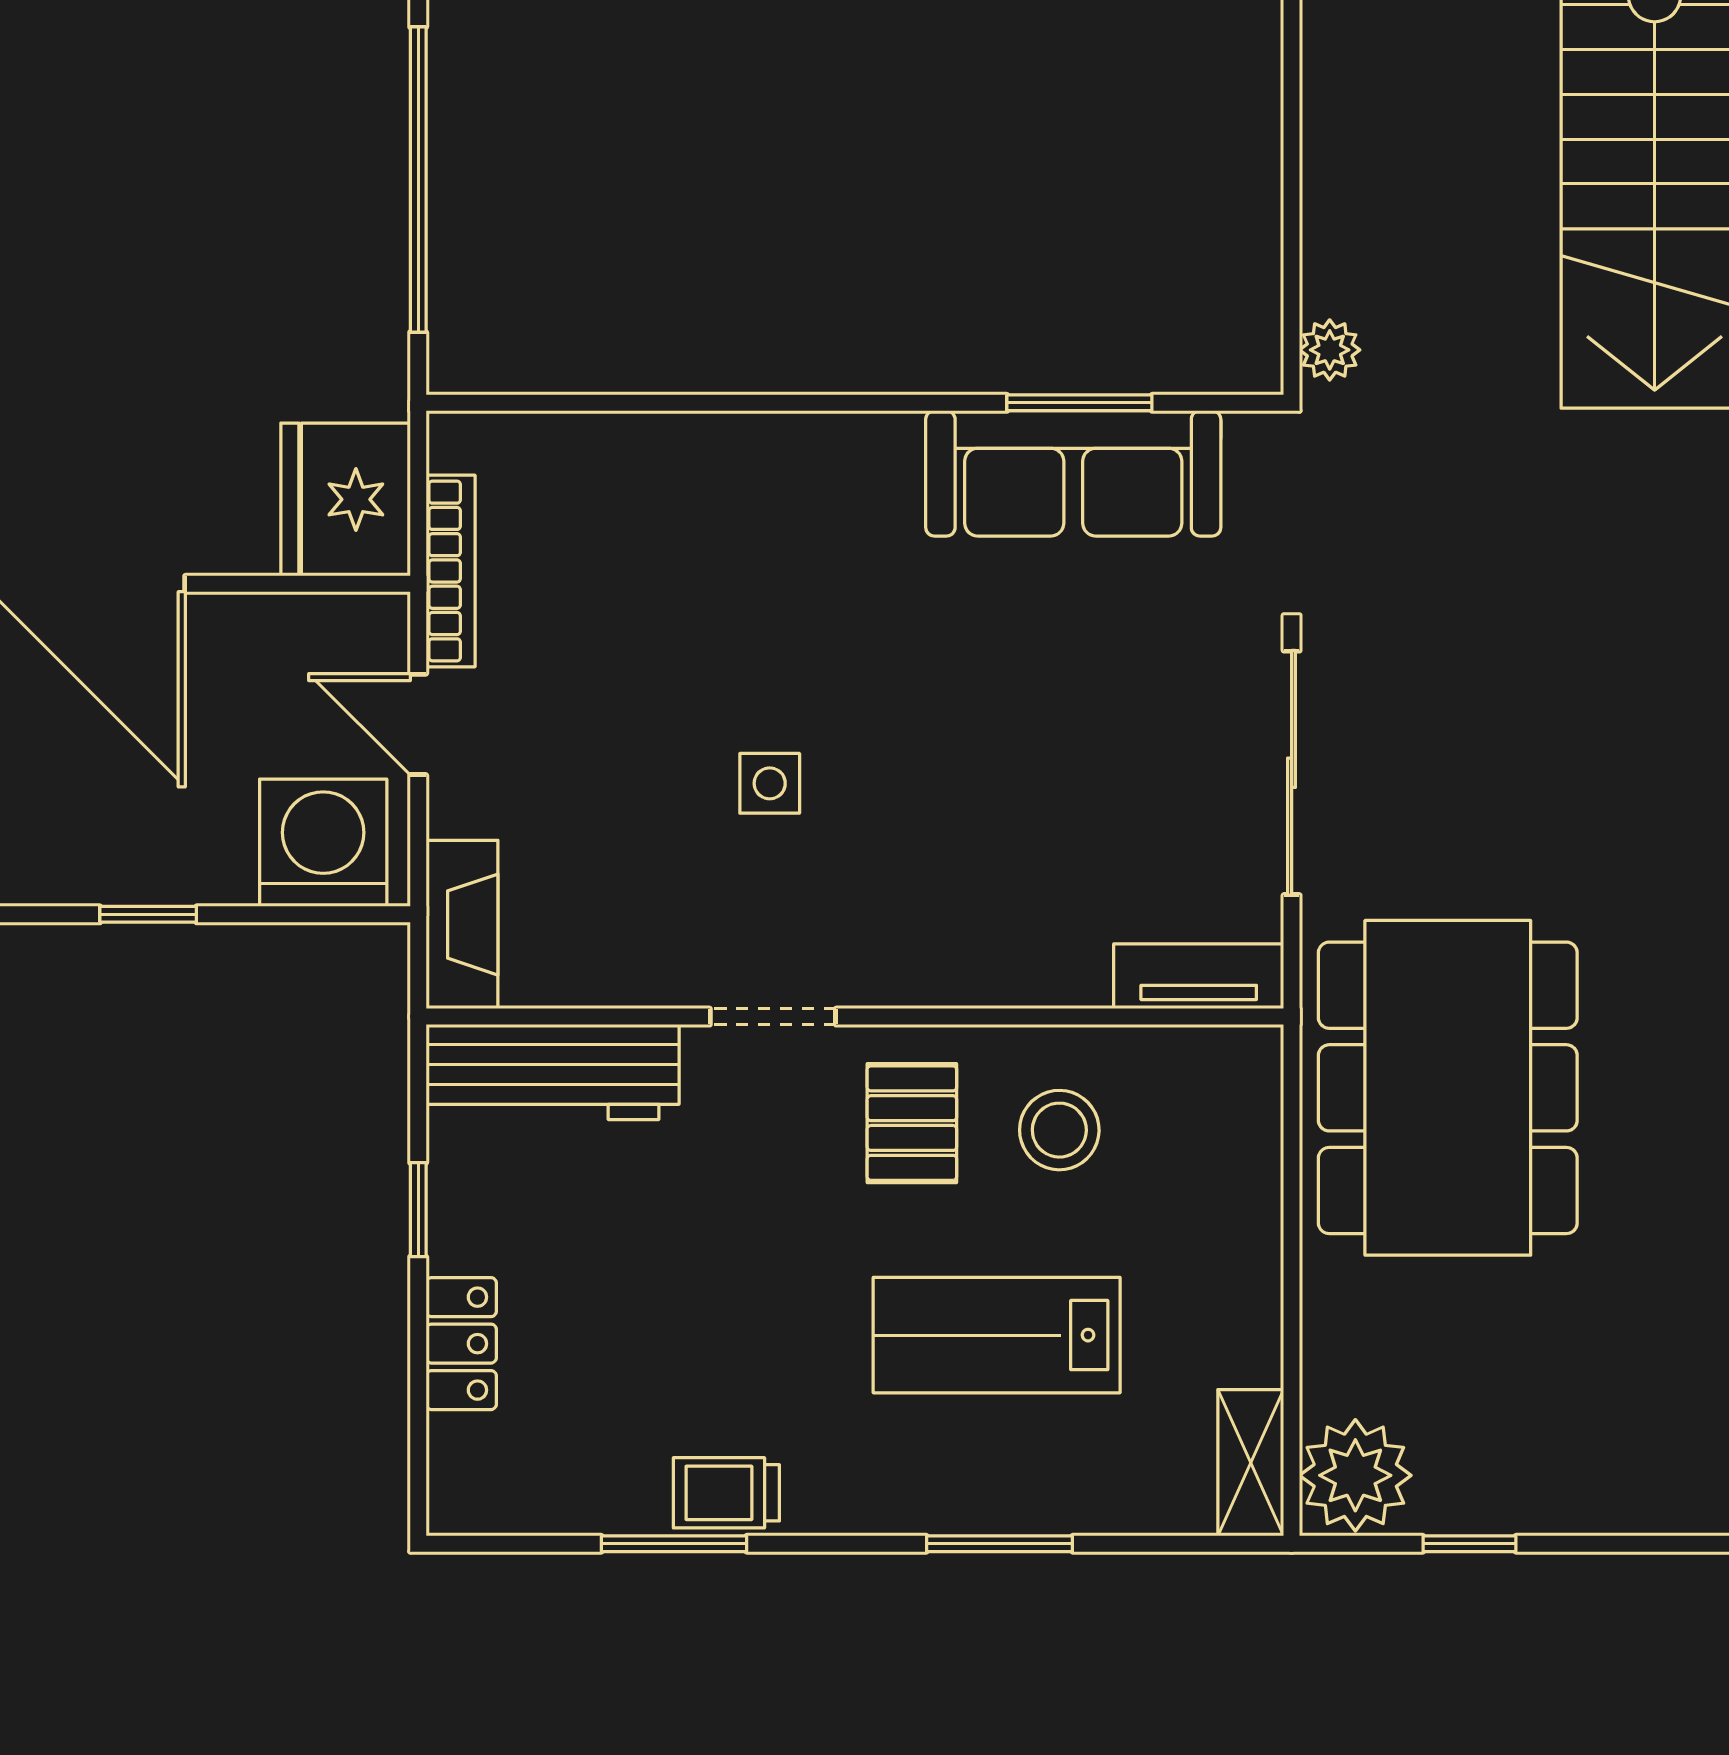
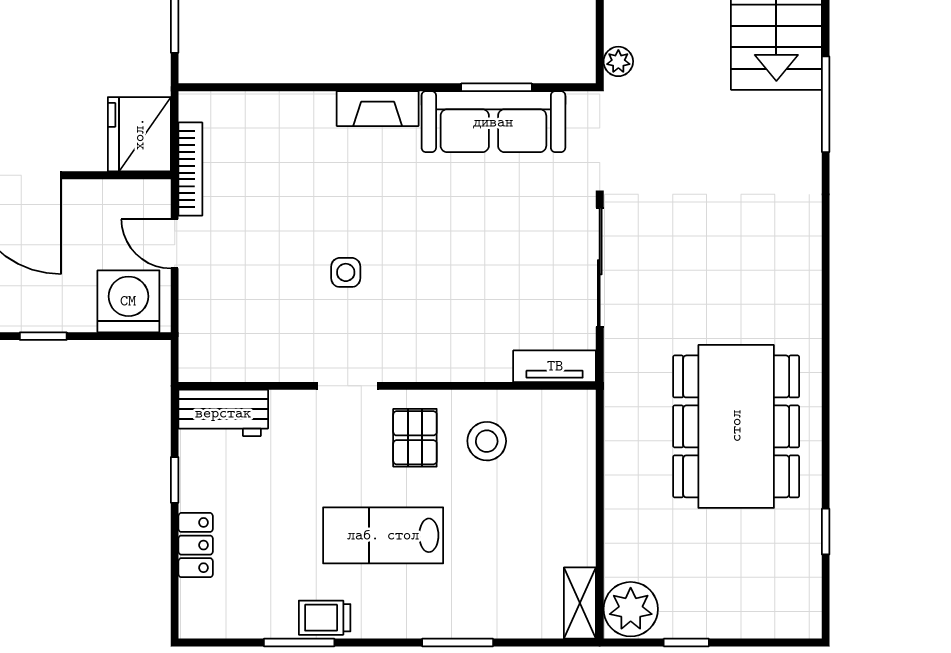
fireplace: (462, 925) -> (378, 109), moved, turned 90
workbench: (553, 1072) -> (223, 413), width x0.73
dining table: (1448, 1088) -> (736, 426), moved
lab bench: (997, 1335) -> (383, 535), moved

